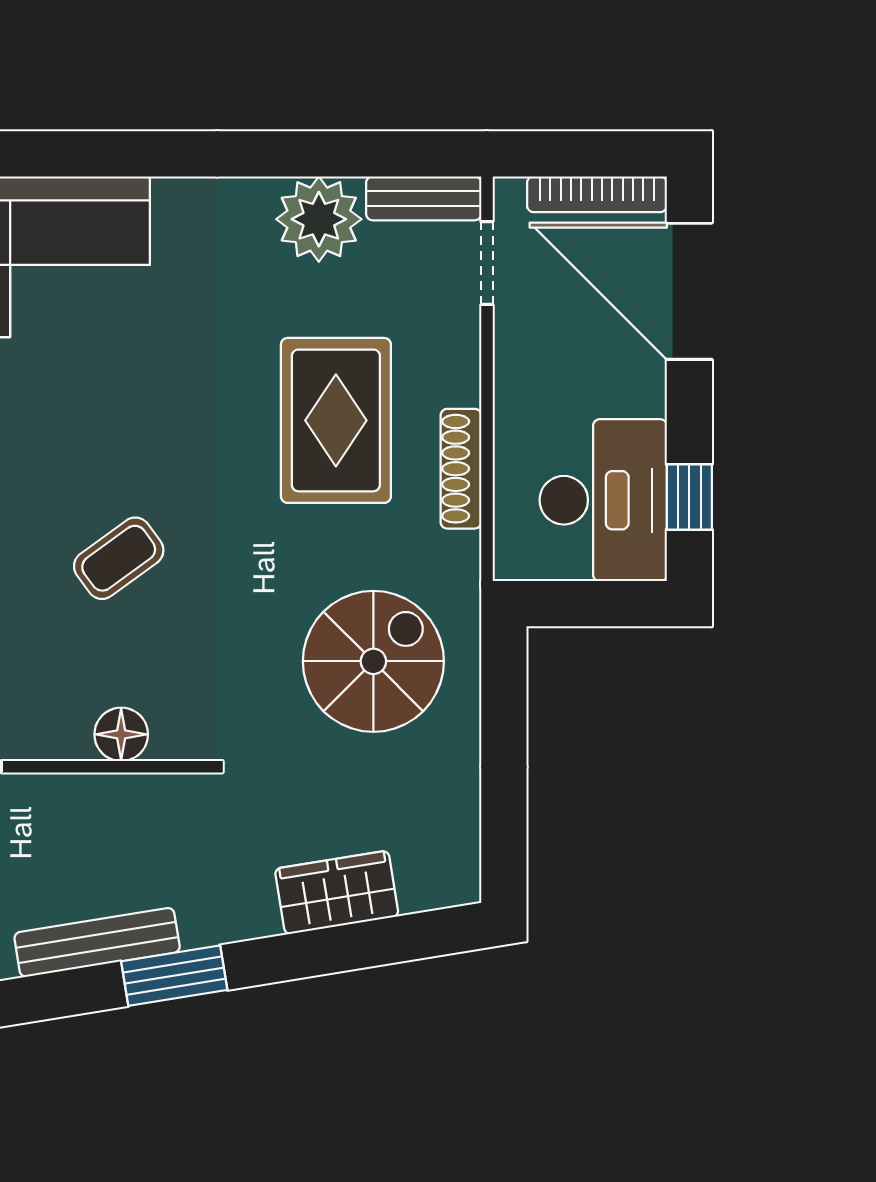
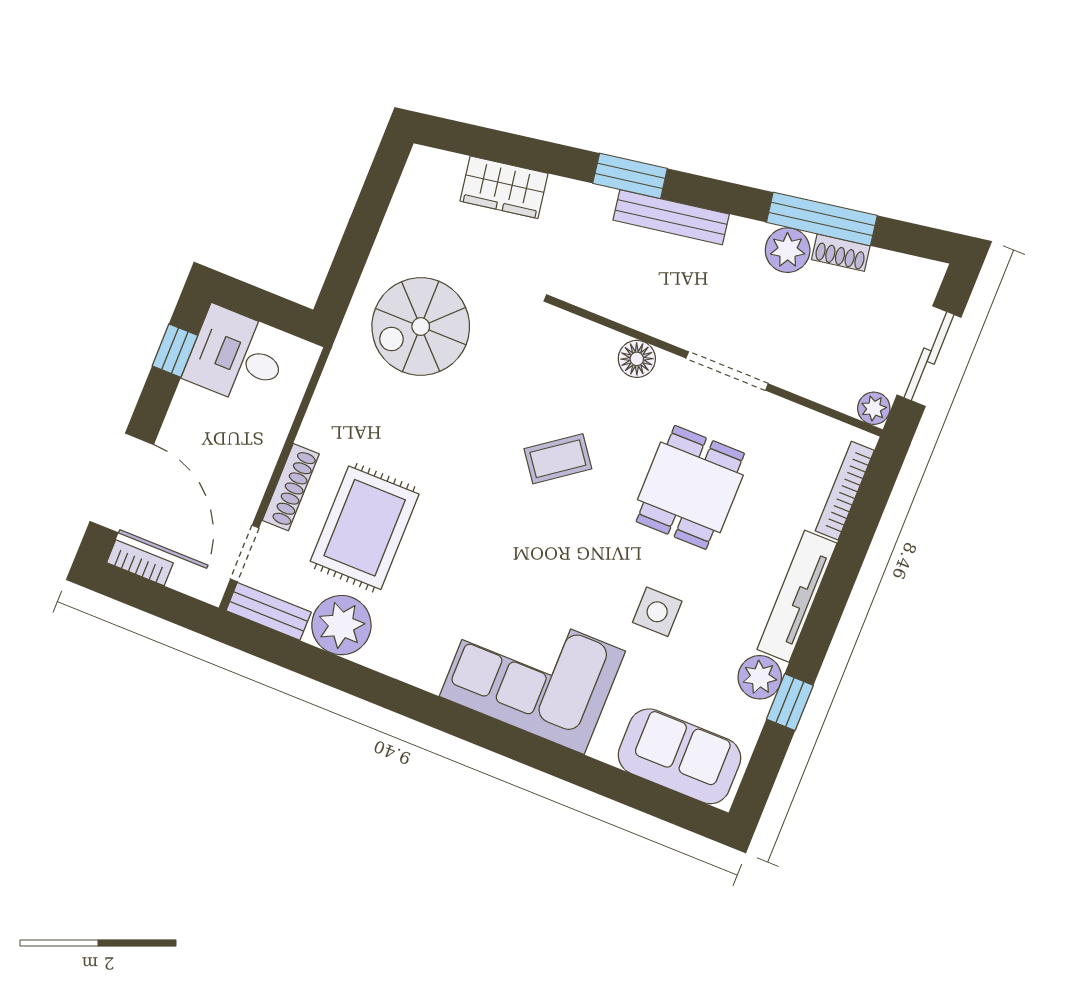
bookcase: (597, 194) -> (140, 563), width x0.64
rug: (336, 420) -> (365, 528), moved
shoe rack: (461, 469) -> (291, 487), moved
desk: (603, 500) -> (237, 357), width x0.73
floor lamp: (121, 734) -> (637, 359), moved

